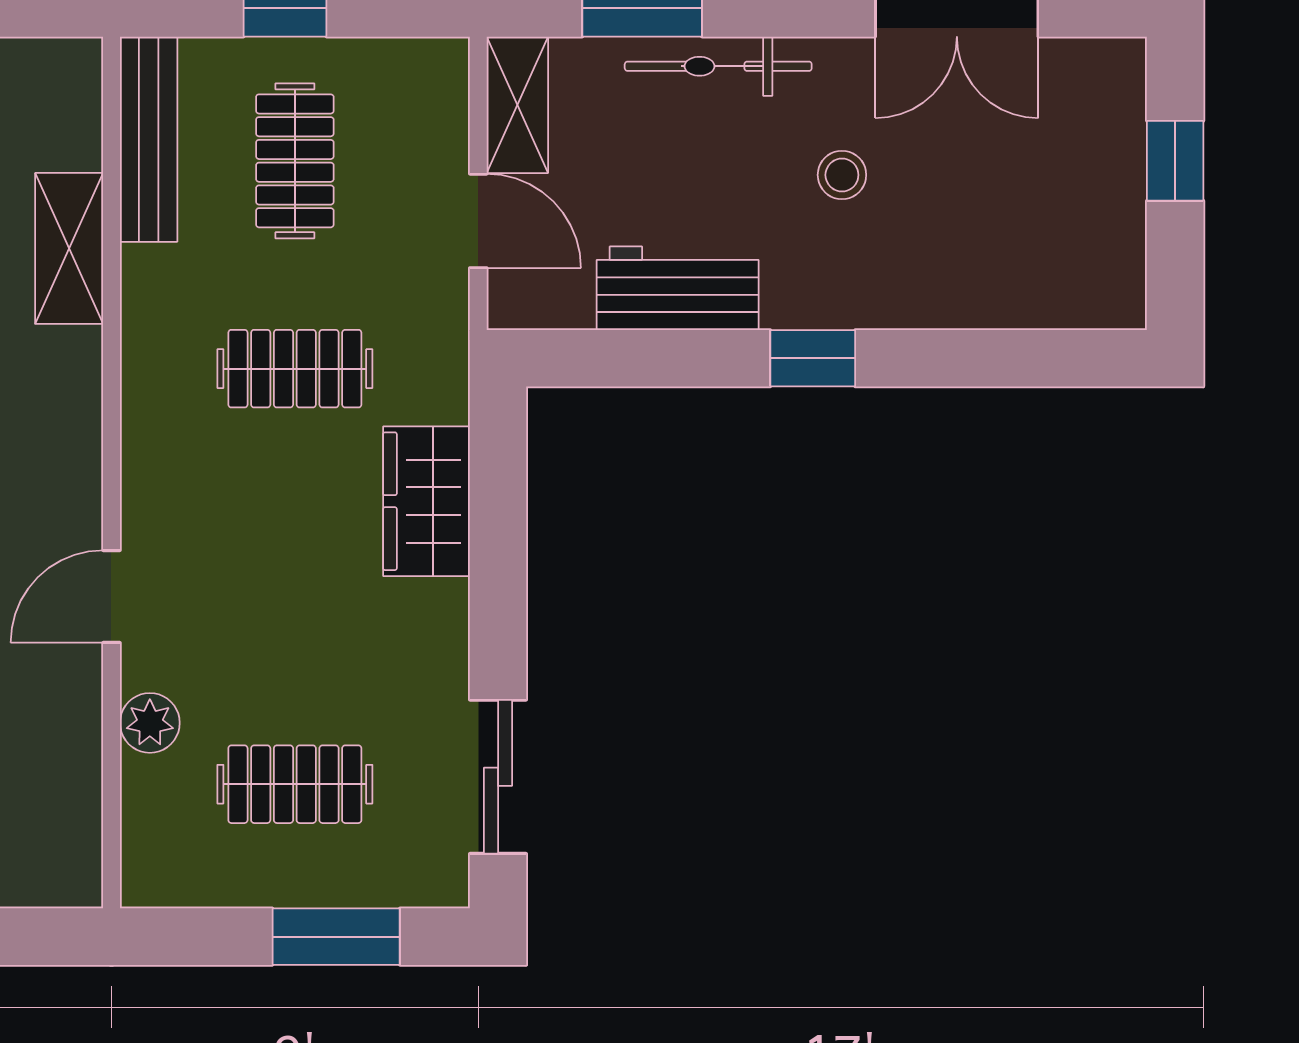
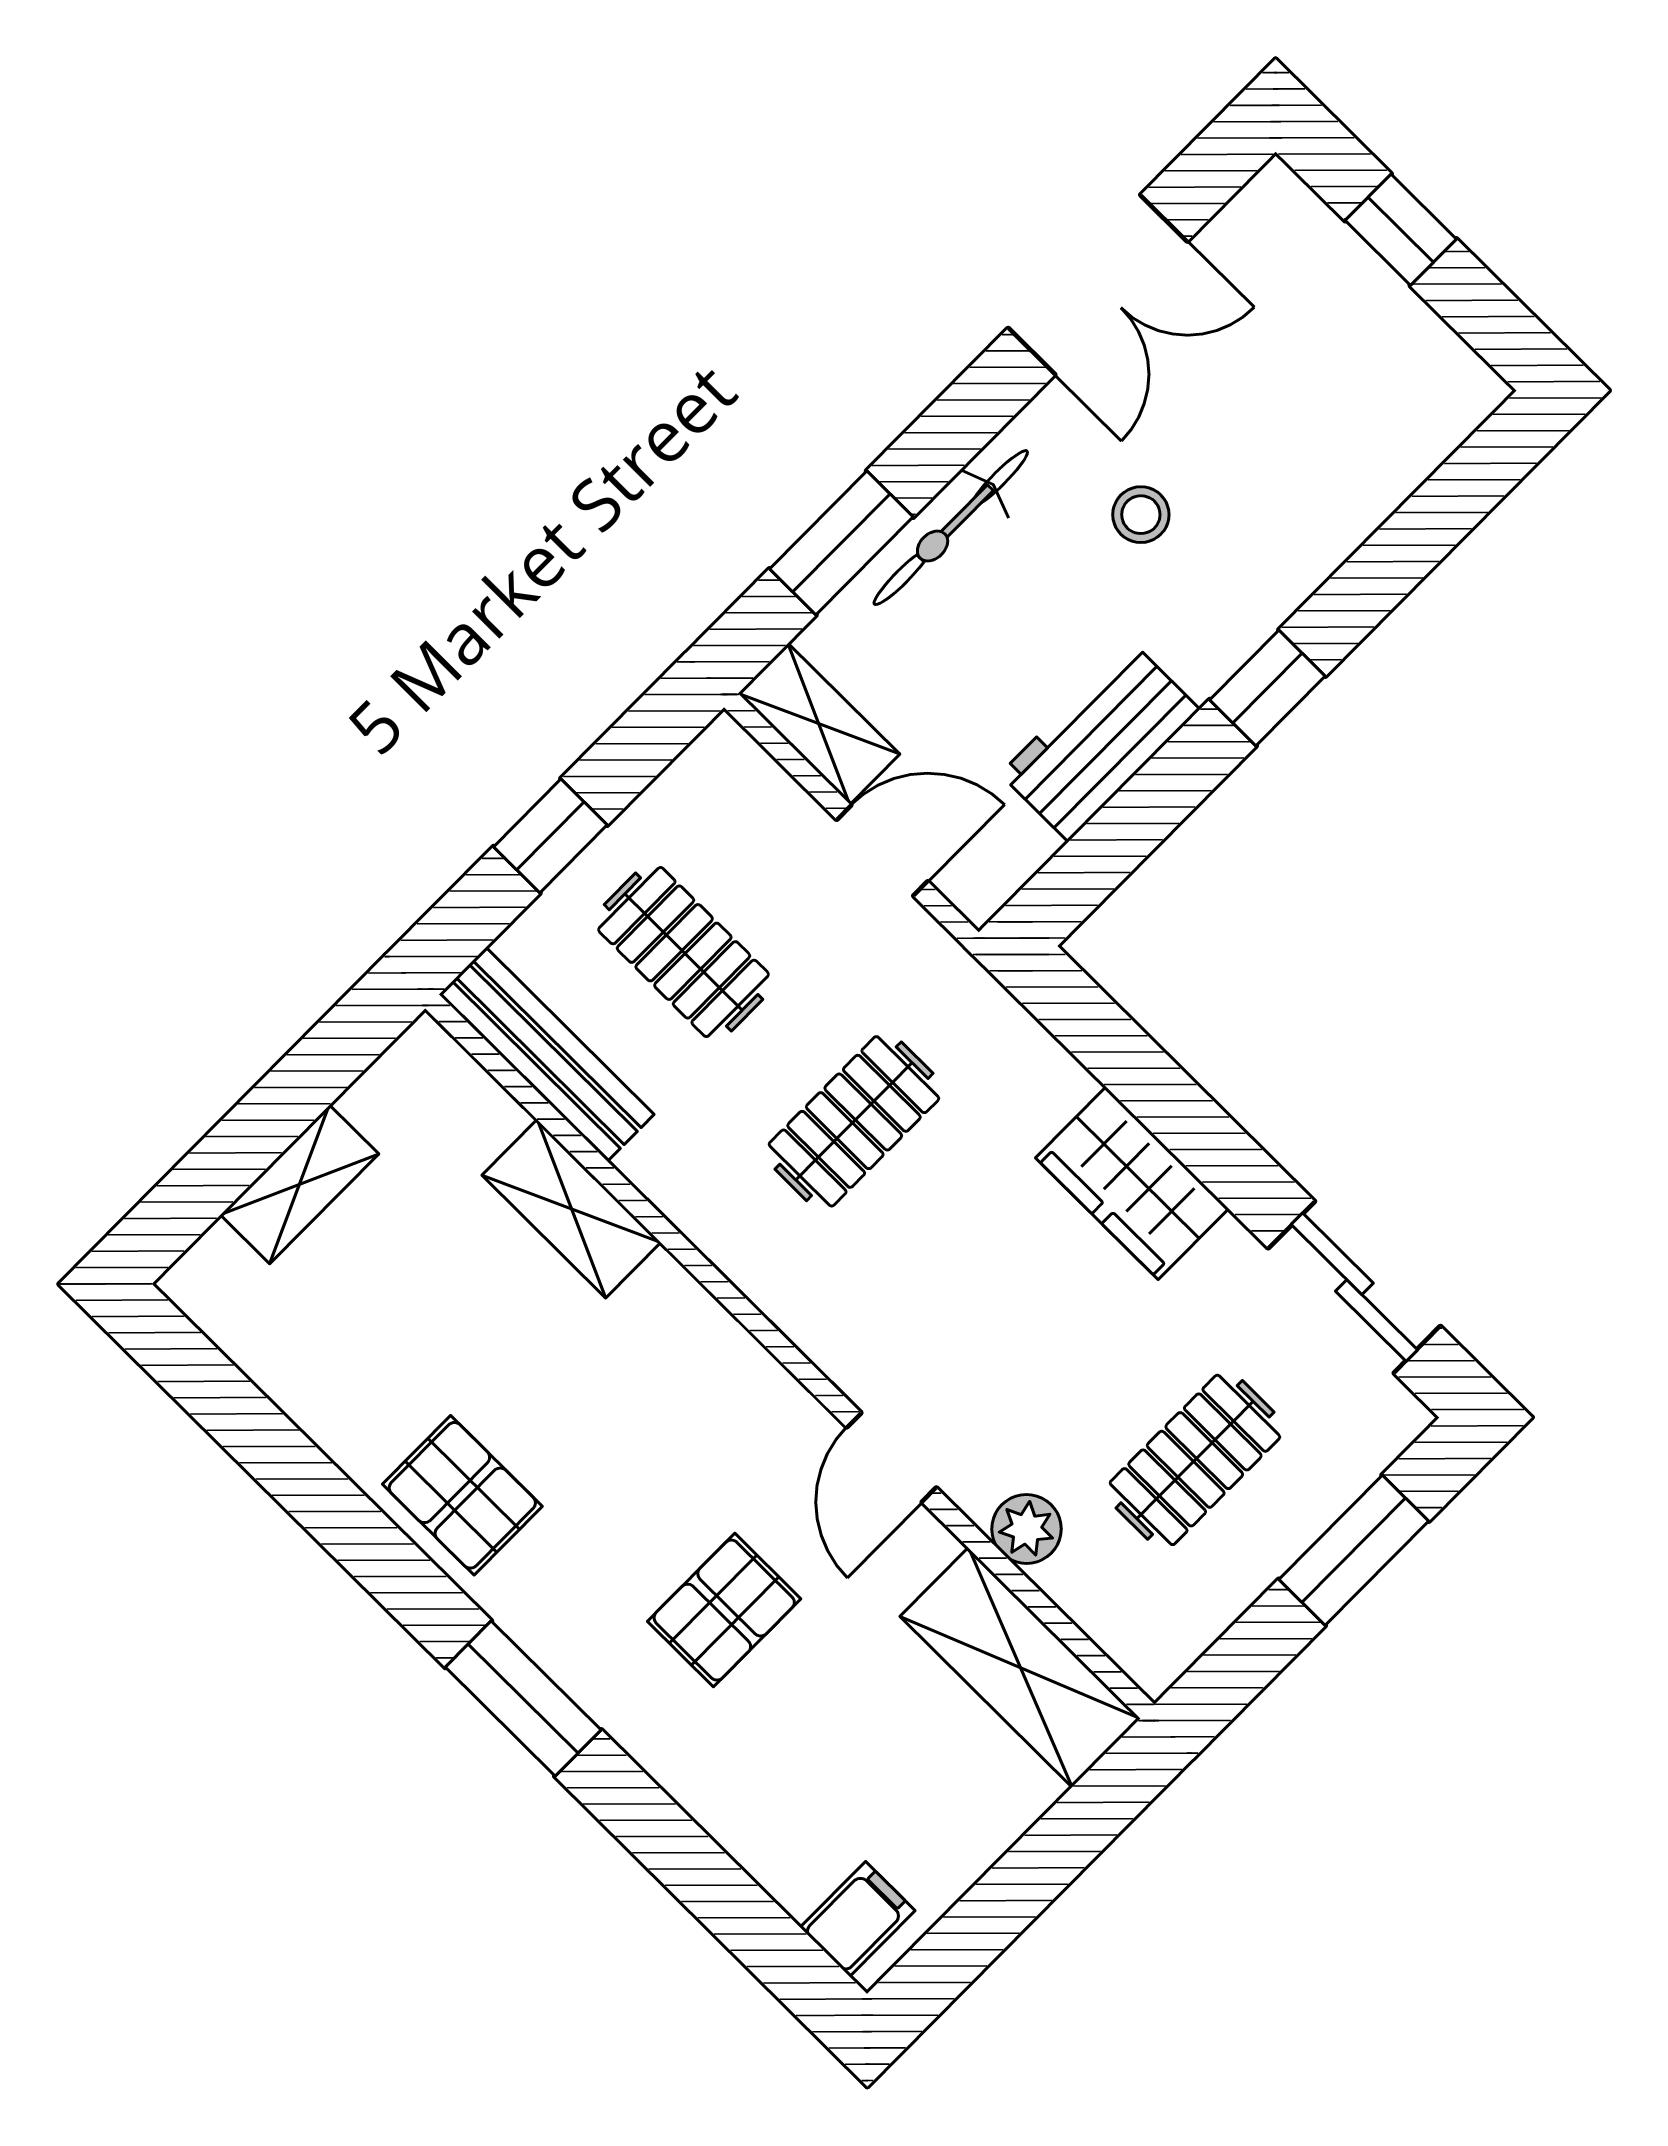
wardrobe: (426, 501) -> (1132, 1183), moved
shelving: (61, 803) -> (1020, 1667), added

